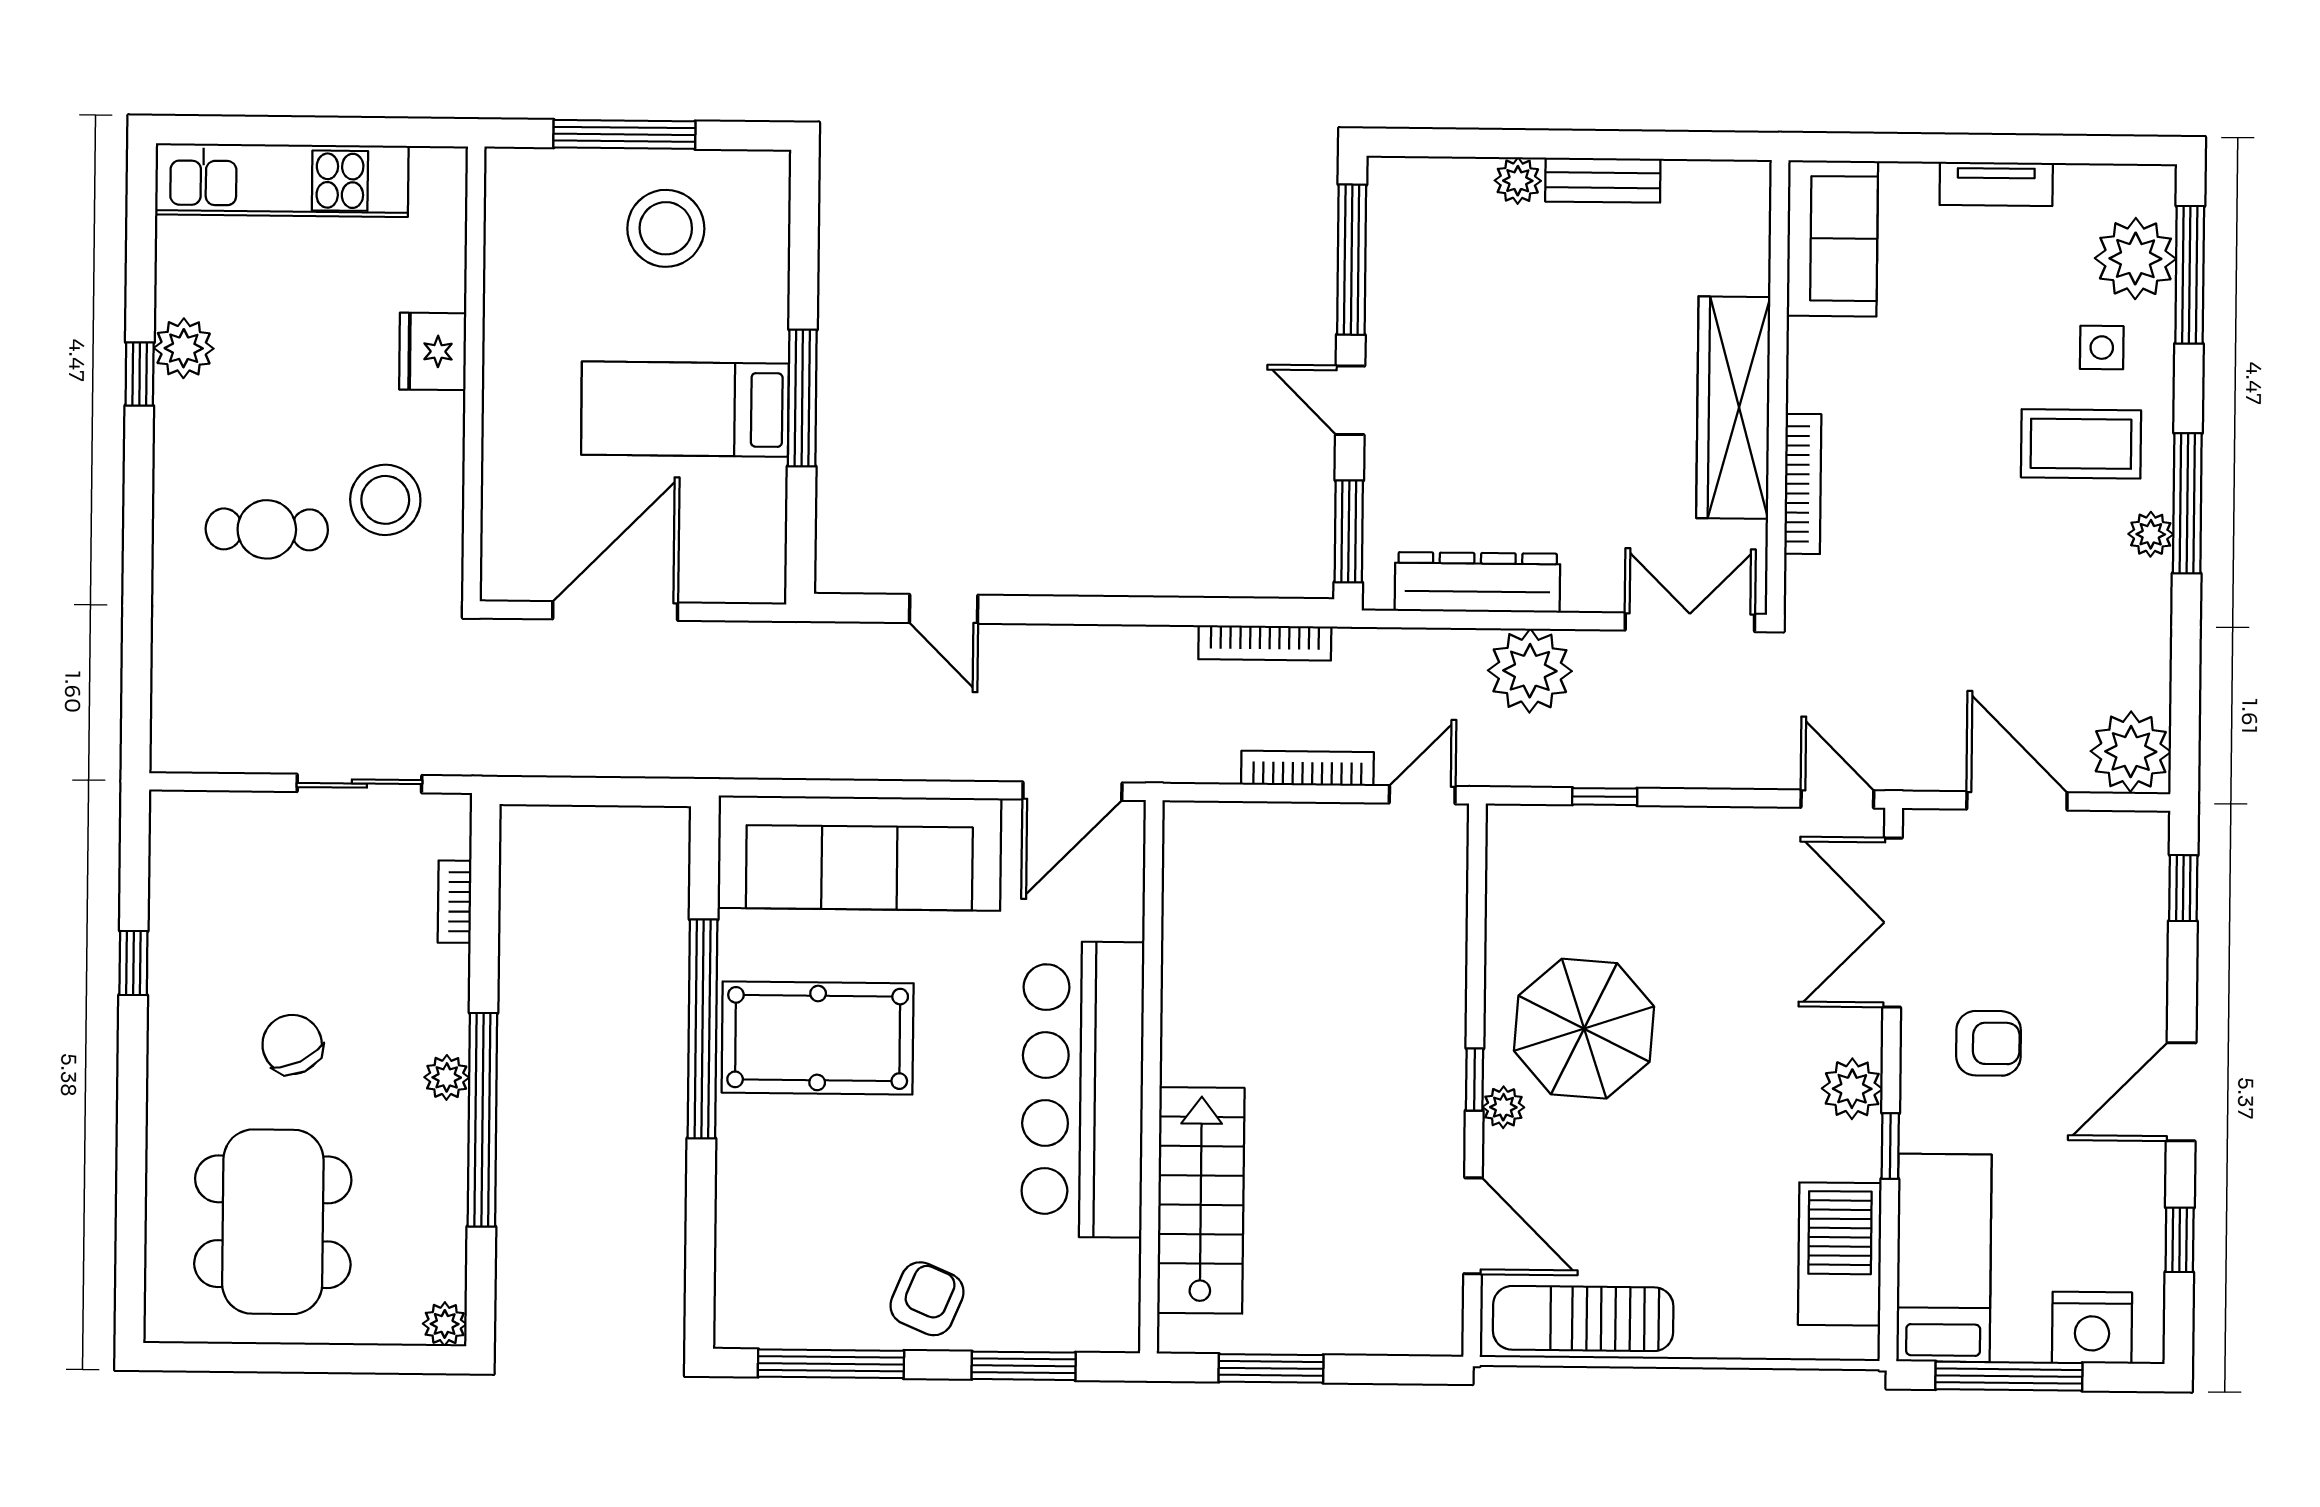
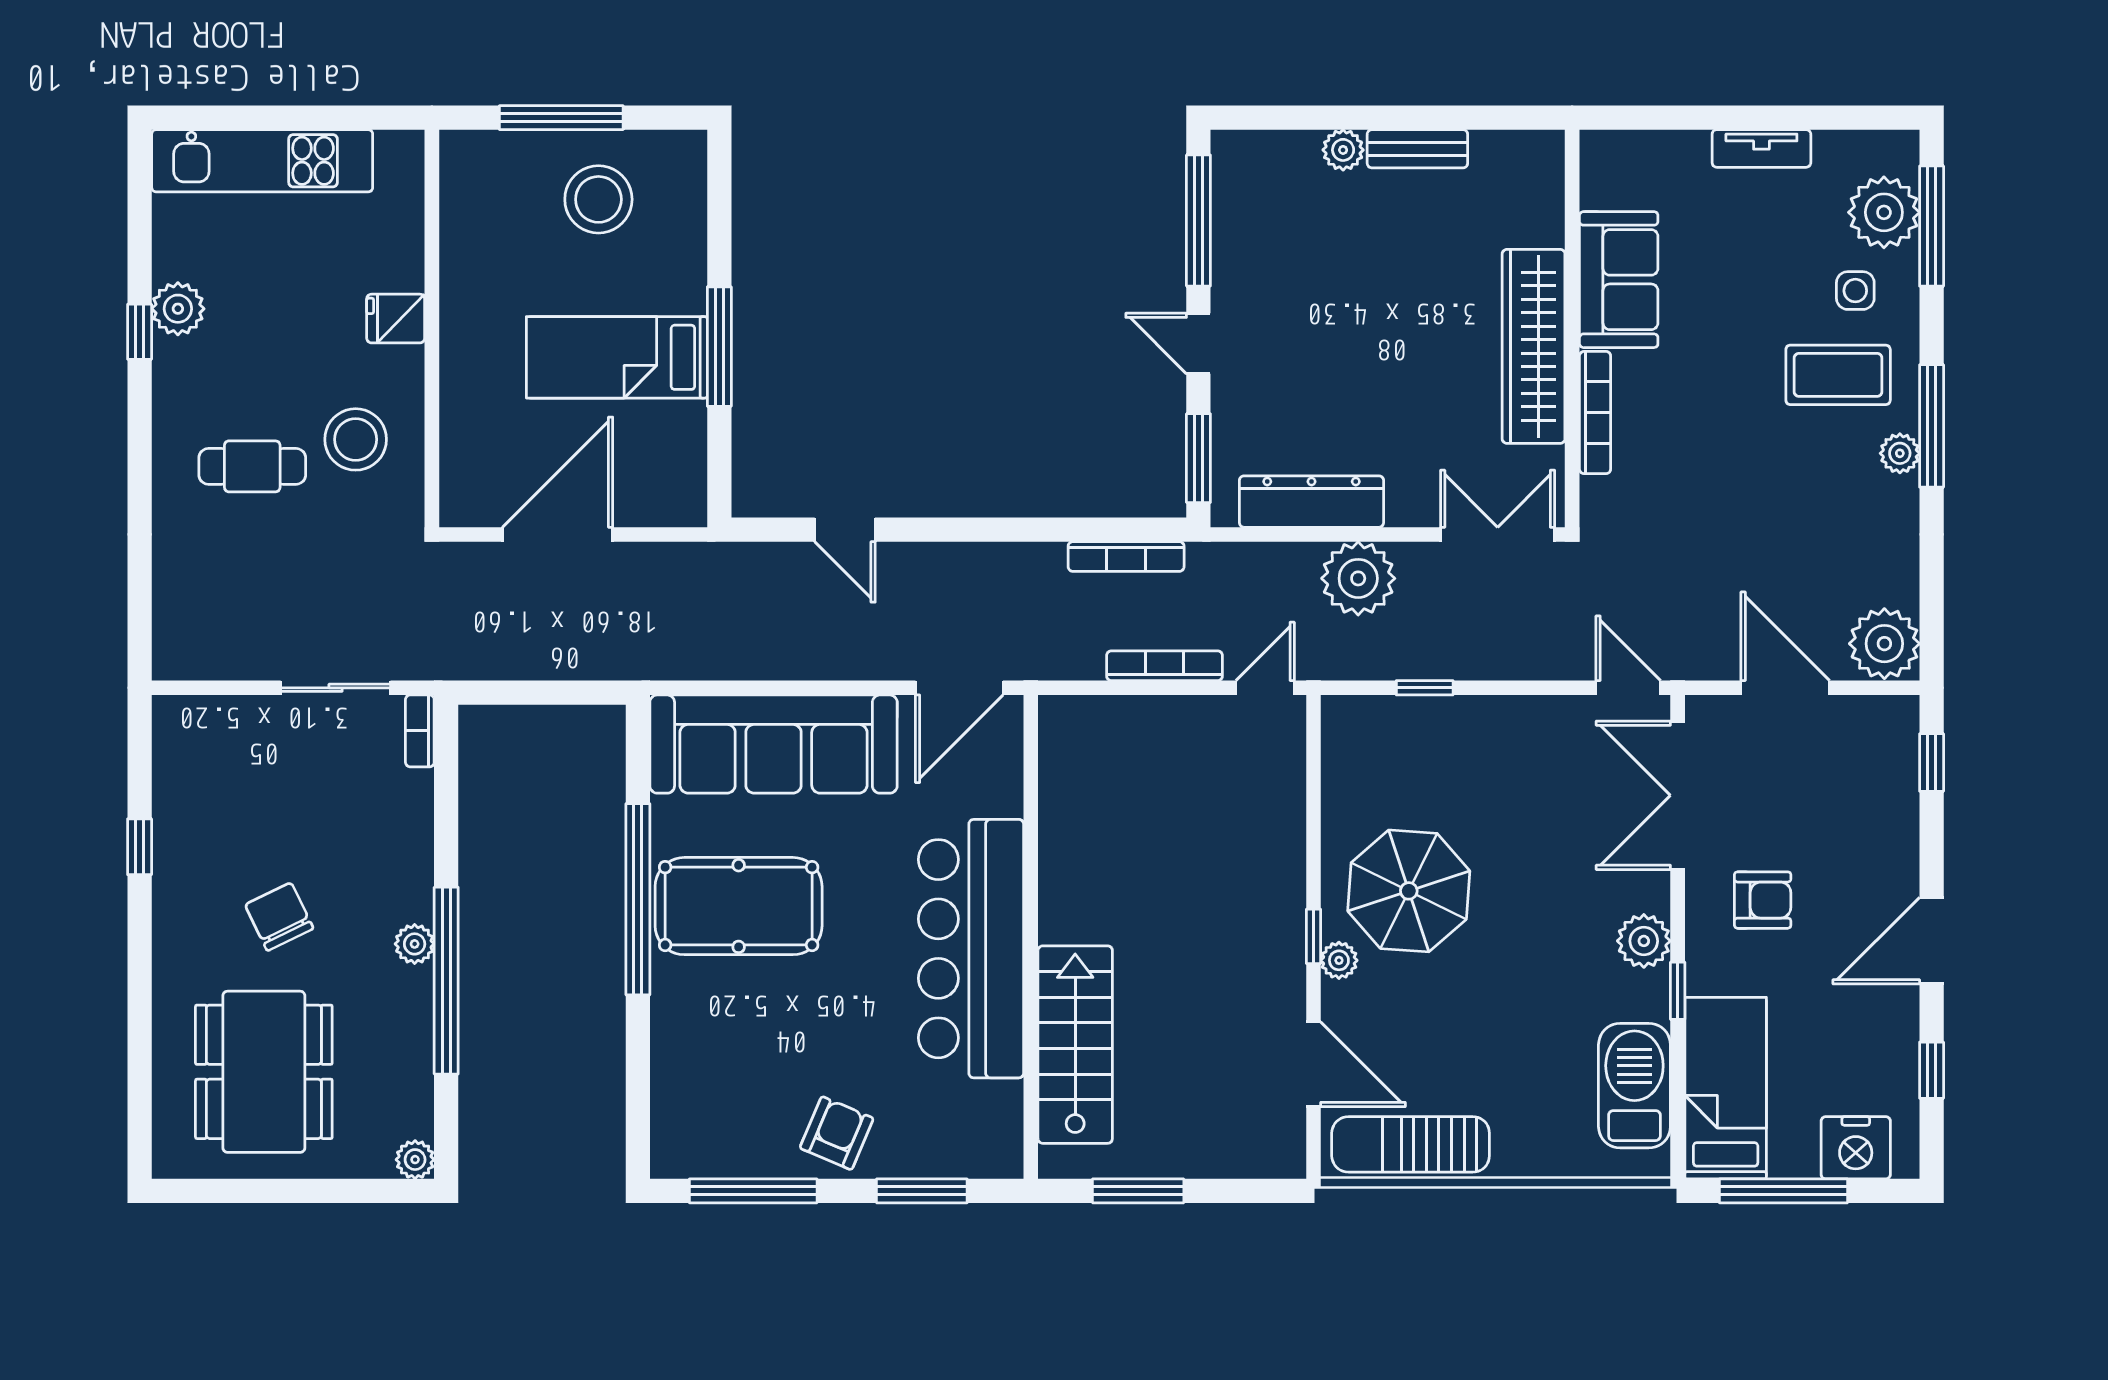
sofa: (1832, 238) -> (1619, 280), moved
fridge: (433, 351) -> (396, 319), width x0.72
bookcase: (455, 902) -> (420, 731), moved

